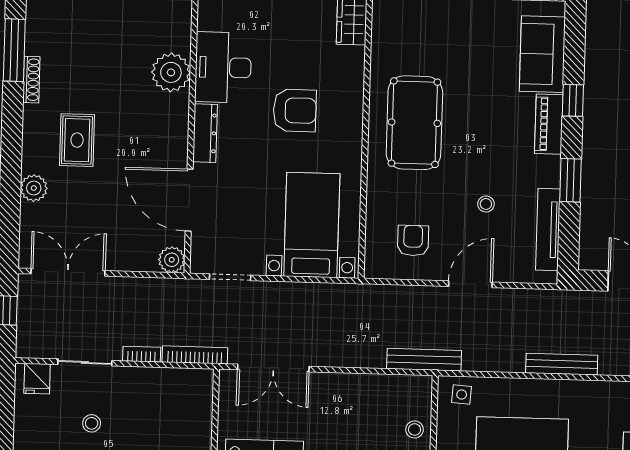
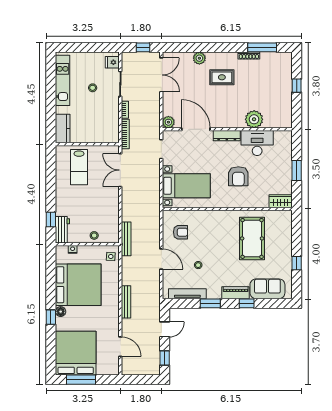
pool table: (414, 123) -> (252, 238), moved, turned 90
door: (189, 200) -> (196, 129), hinge flipped

